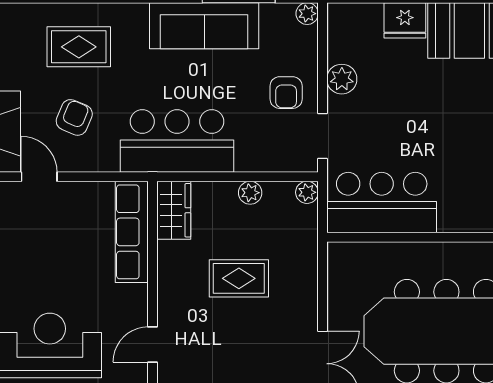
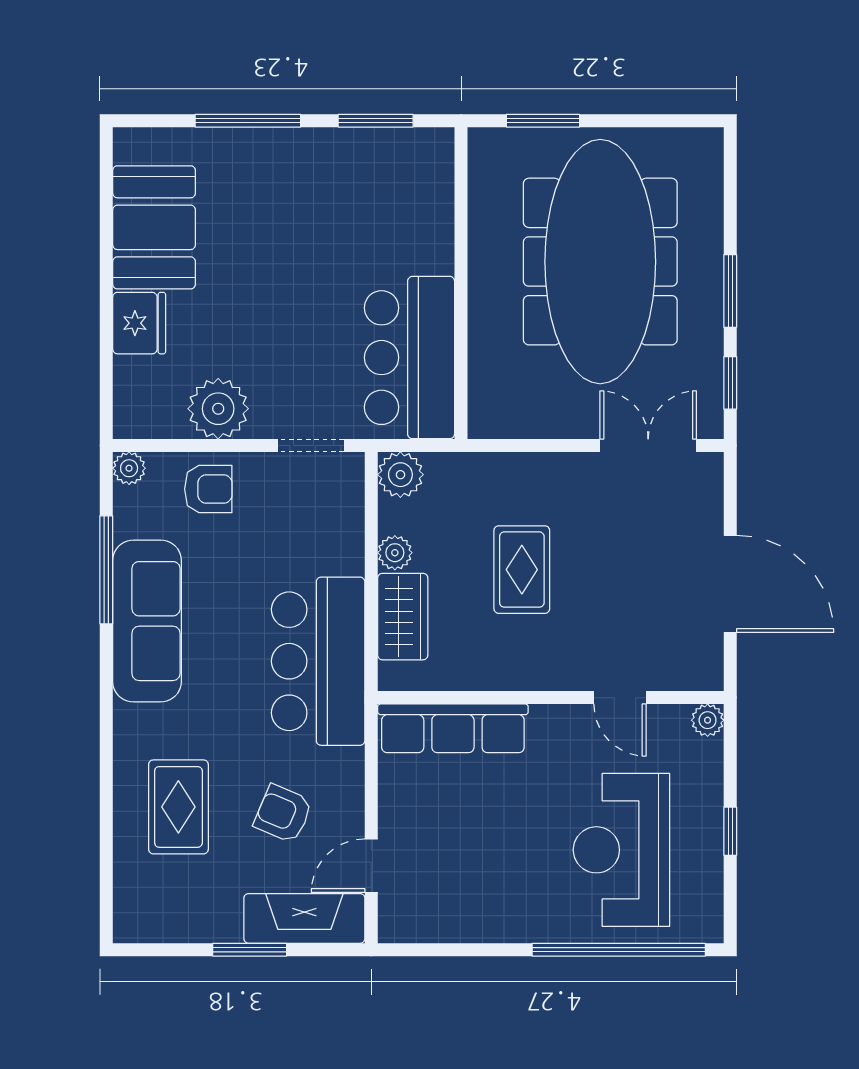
plant: (342, 79) -> (218, 409), width x1.36, depth x1.36
armchair: (286, 93) -> (208, 489), moved
plant: (307, 192) -> (400, 475), width x1.38, depth x1.38
wardrobe: (174, 210) -> (403, 617), moved, turned 90

